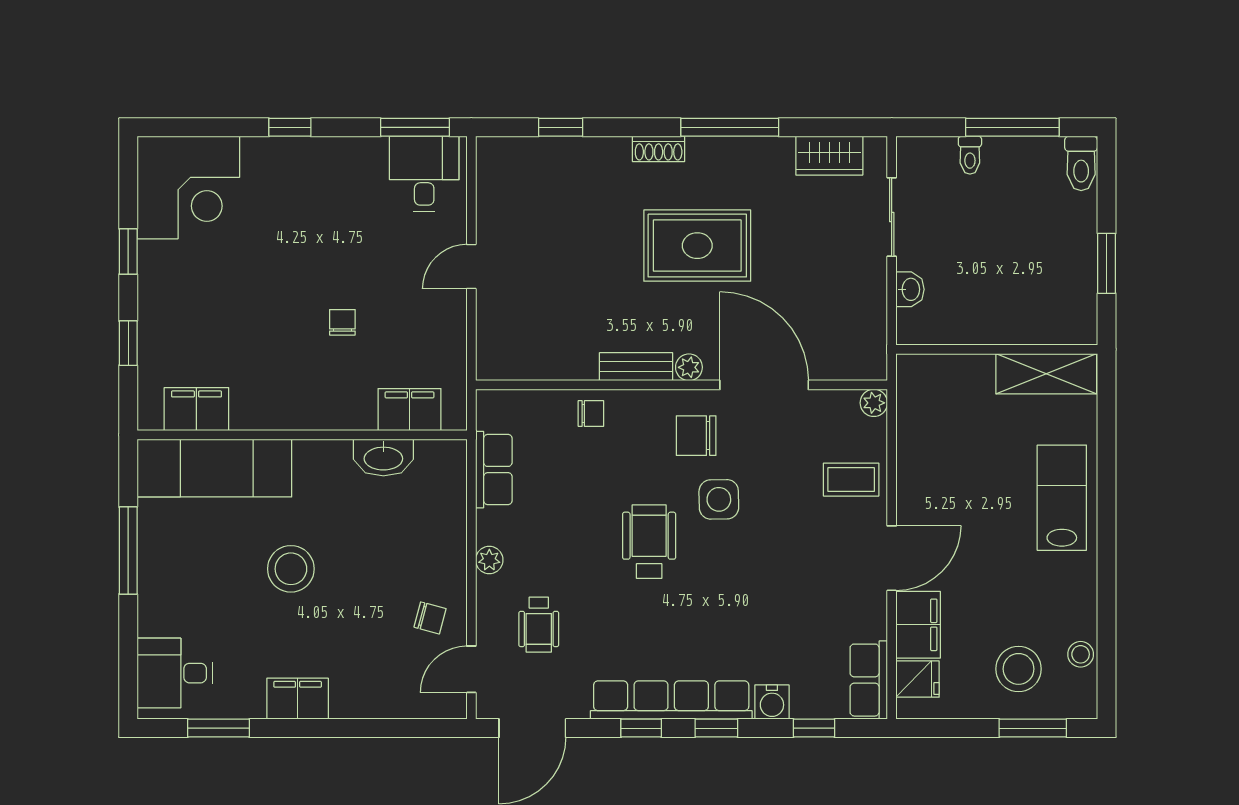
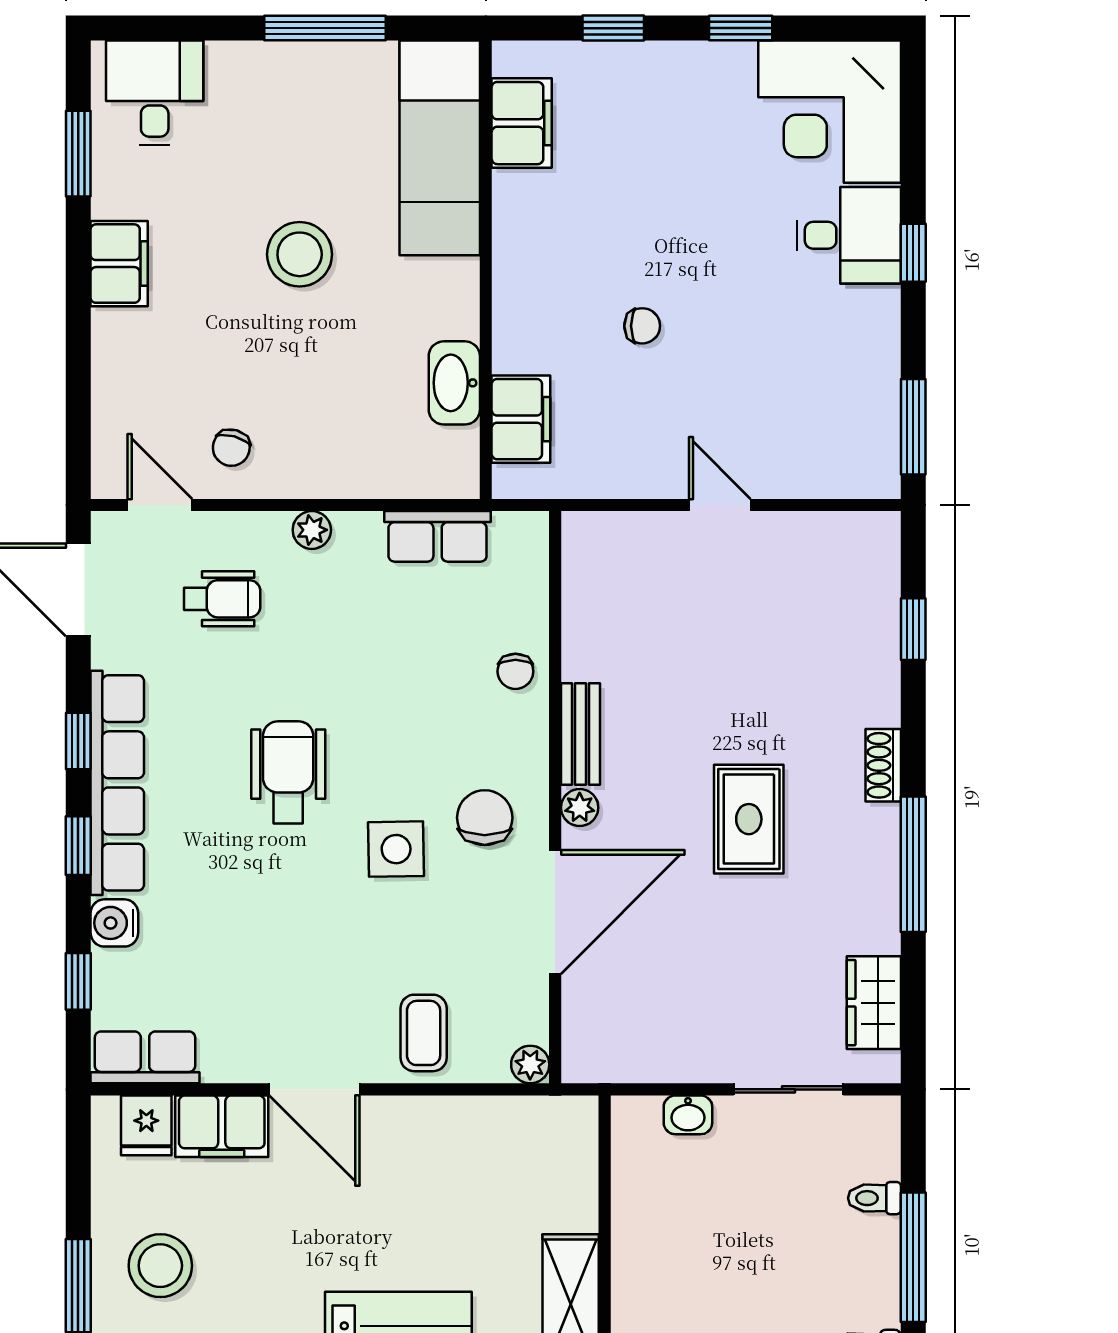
desk: (424, 174) -> (849, 235), moved
rug: (697, 246) -> (749, 819), width x0.73, depth x0.70
wheelchair: (649, 542) -> (288, 772), moved, turned -90
wheelchair: (539, 625) -> (222, 599), turned 180

